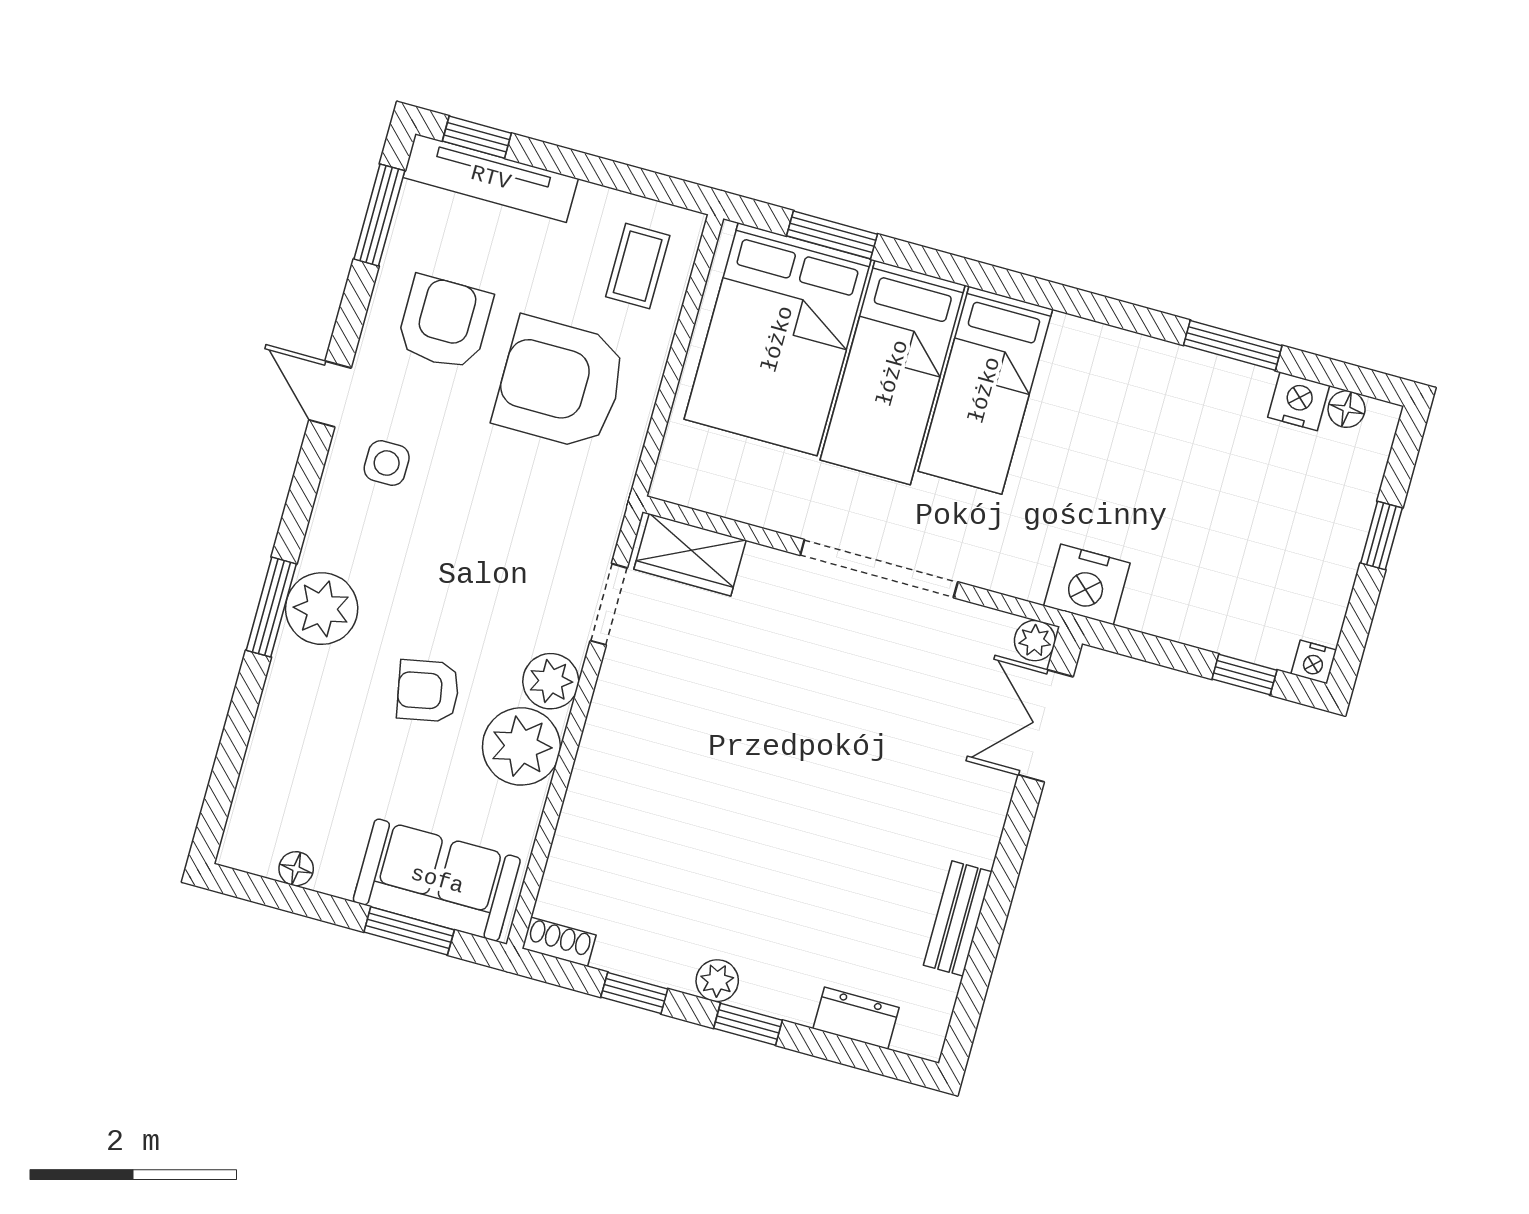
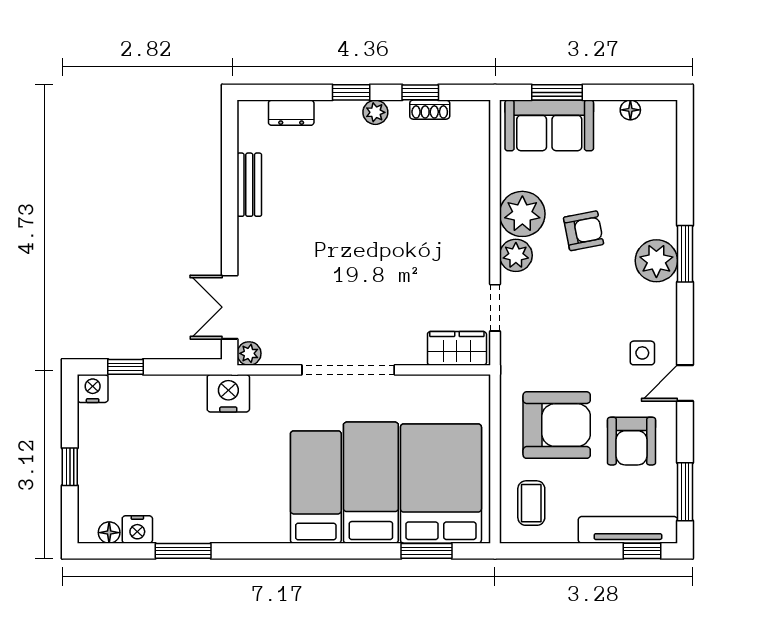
door: (330, 394) -> (685, 383), swing flipped
nightstand: (1314, 662) -> (93, 388), width x1.39, depth x1.35
double door: (1046, 726) -> (230, 307), swing flipped
shoe rack: (559, 942) -> (430, 110), moved

